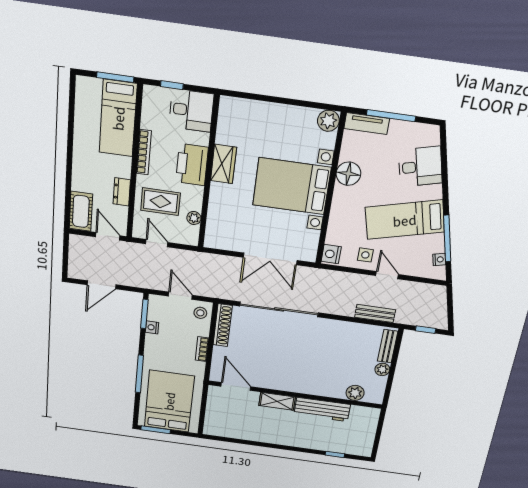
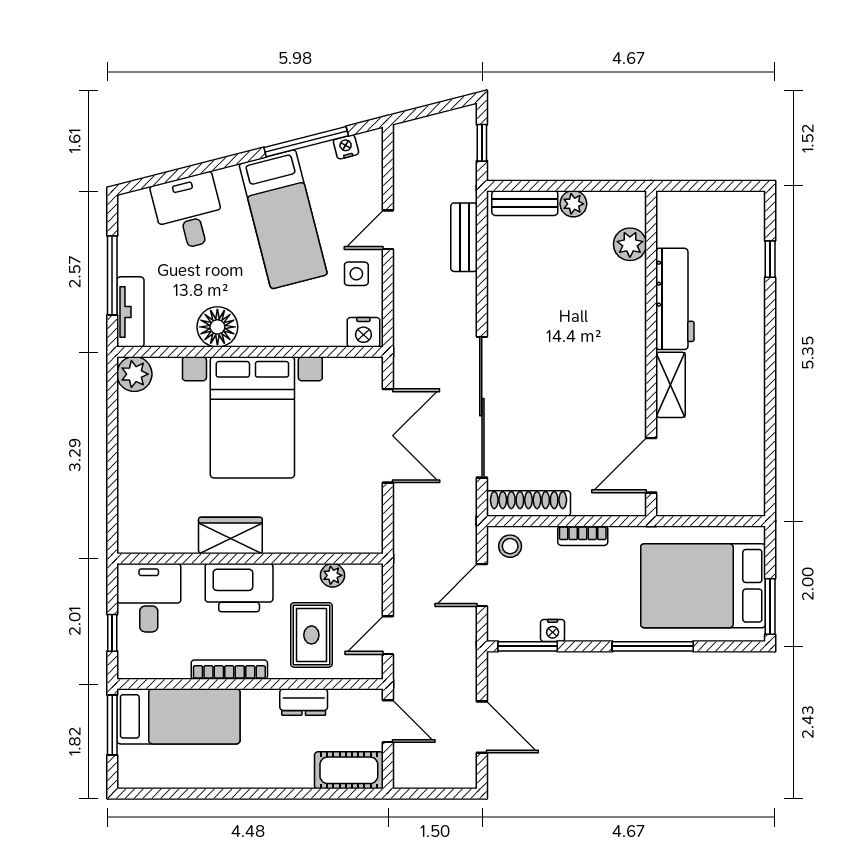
door: (108, 236) -> (388, 721), swing flipped

